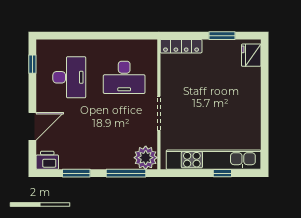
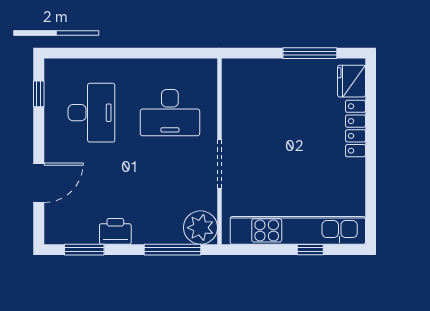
window: (222, 36) -> (310, 53), width x1.44
locker: (181, 46) -> (355, 128), moved, turned 90
printer: (47, 160) -> (115, 231), moved
window: (76, 173) -> (84, 250), moved

